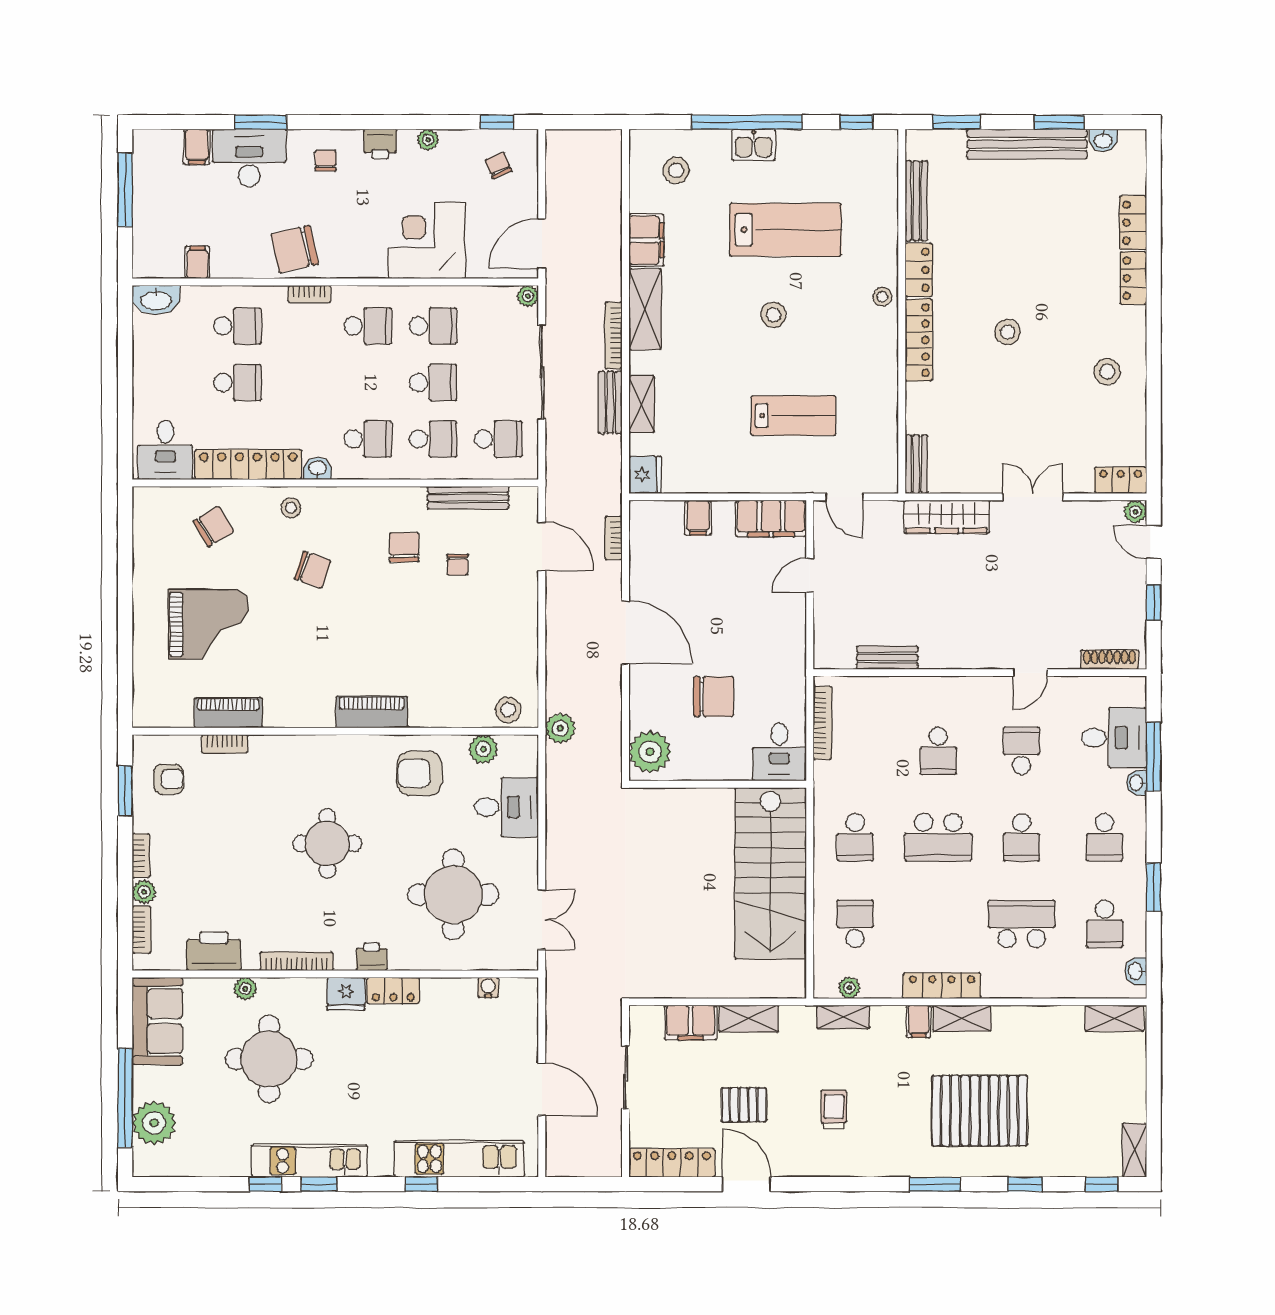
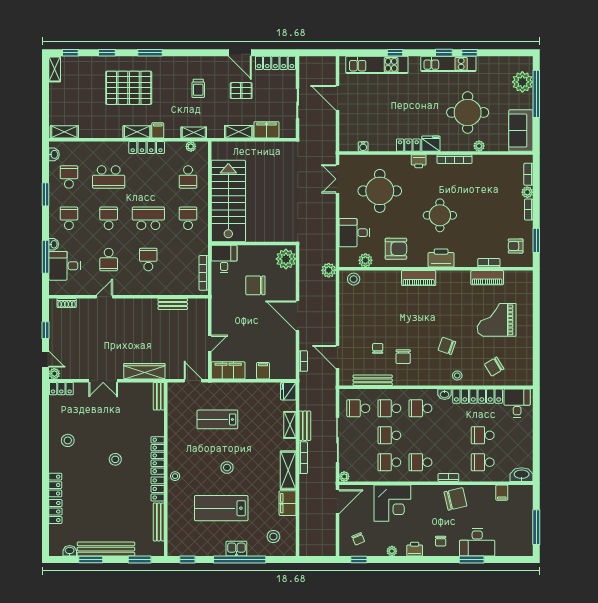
filing cabinet: (197, 147) -> (502, 548), removed
shoe rack: (1110, 660) -> (67, 303), width x0.70
printer: (214, 951) -> (441, 258), moved, turned 180

